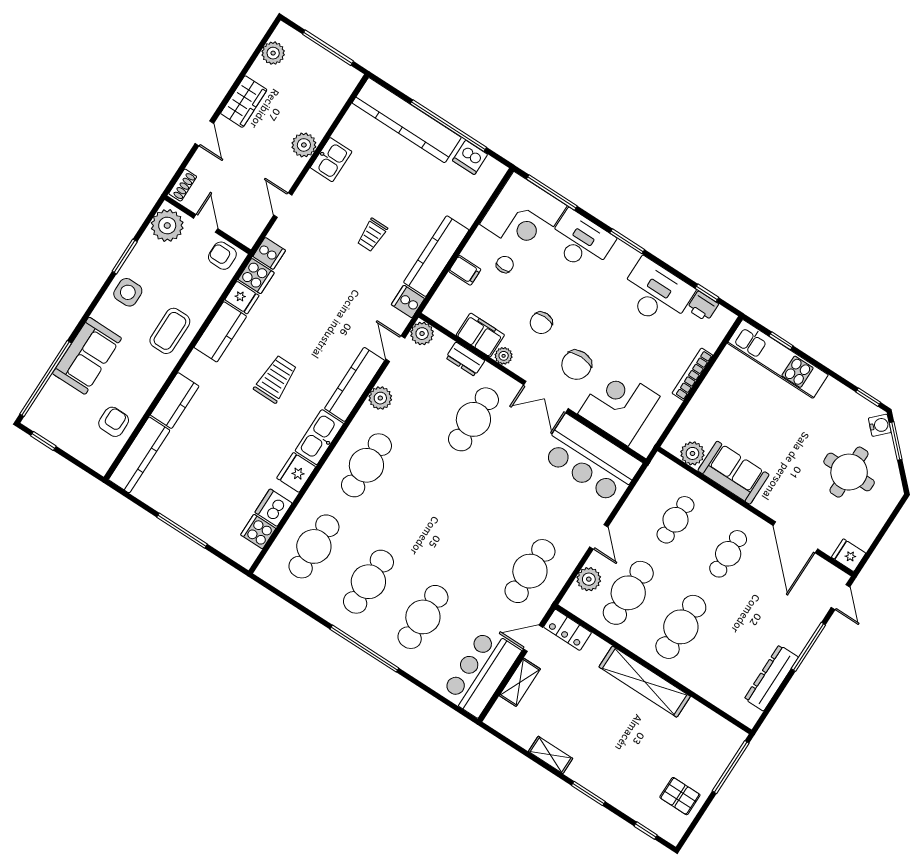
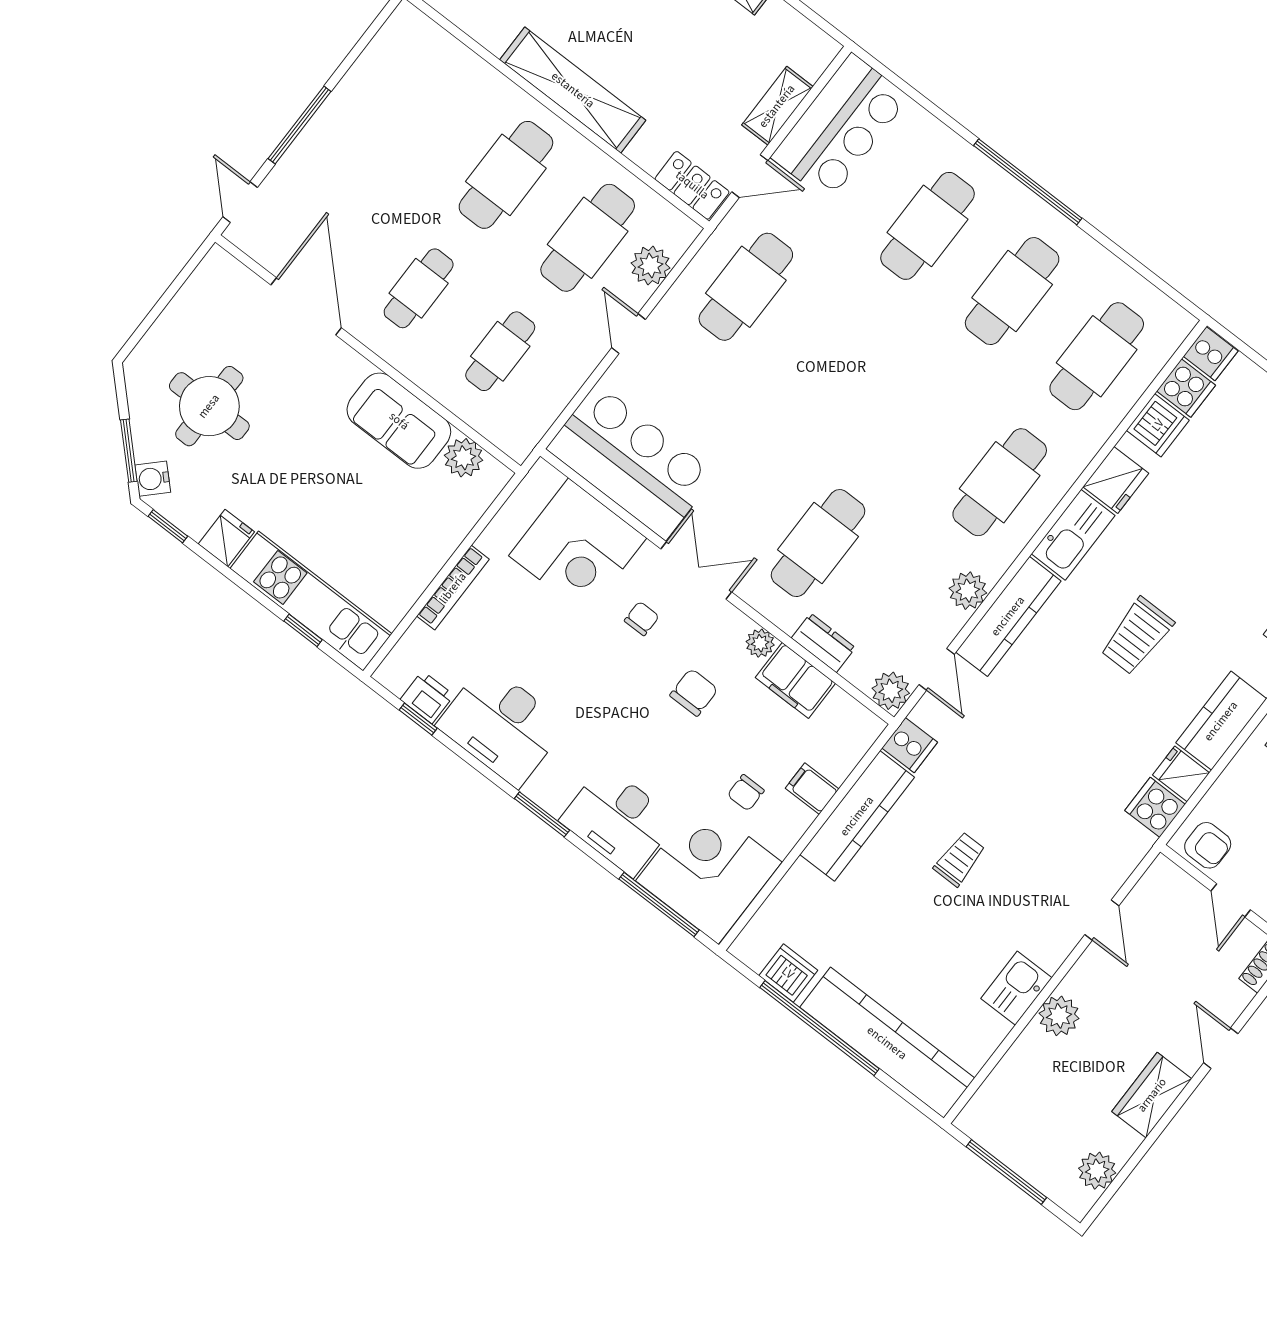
cooker: (269, 253) -> (1211, 354), moved, turned 180
chair: (577, 365) -> (642, 619), width x0.54, depth x0.54
fridge: (849, 555) -> (226, 538), moved, turned -90
dresser: (771, 678) -> (364, 79), removed

